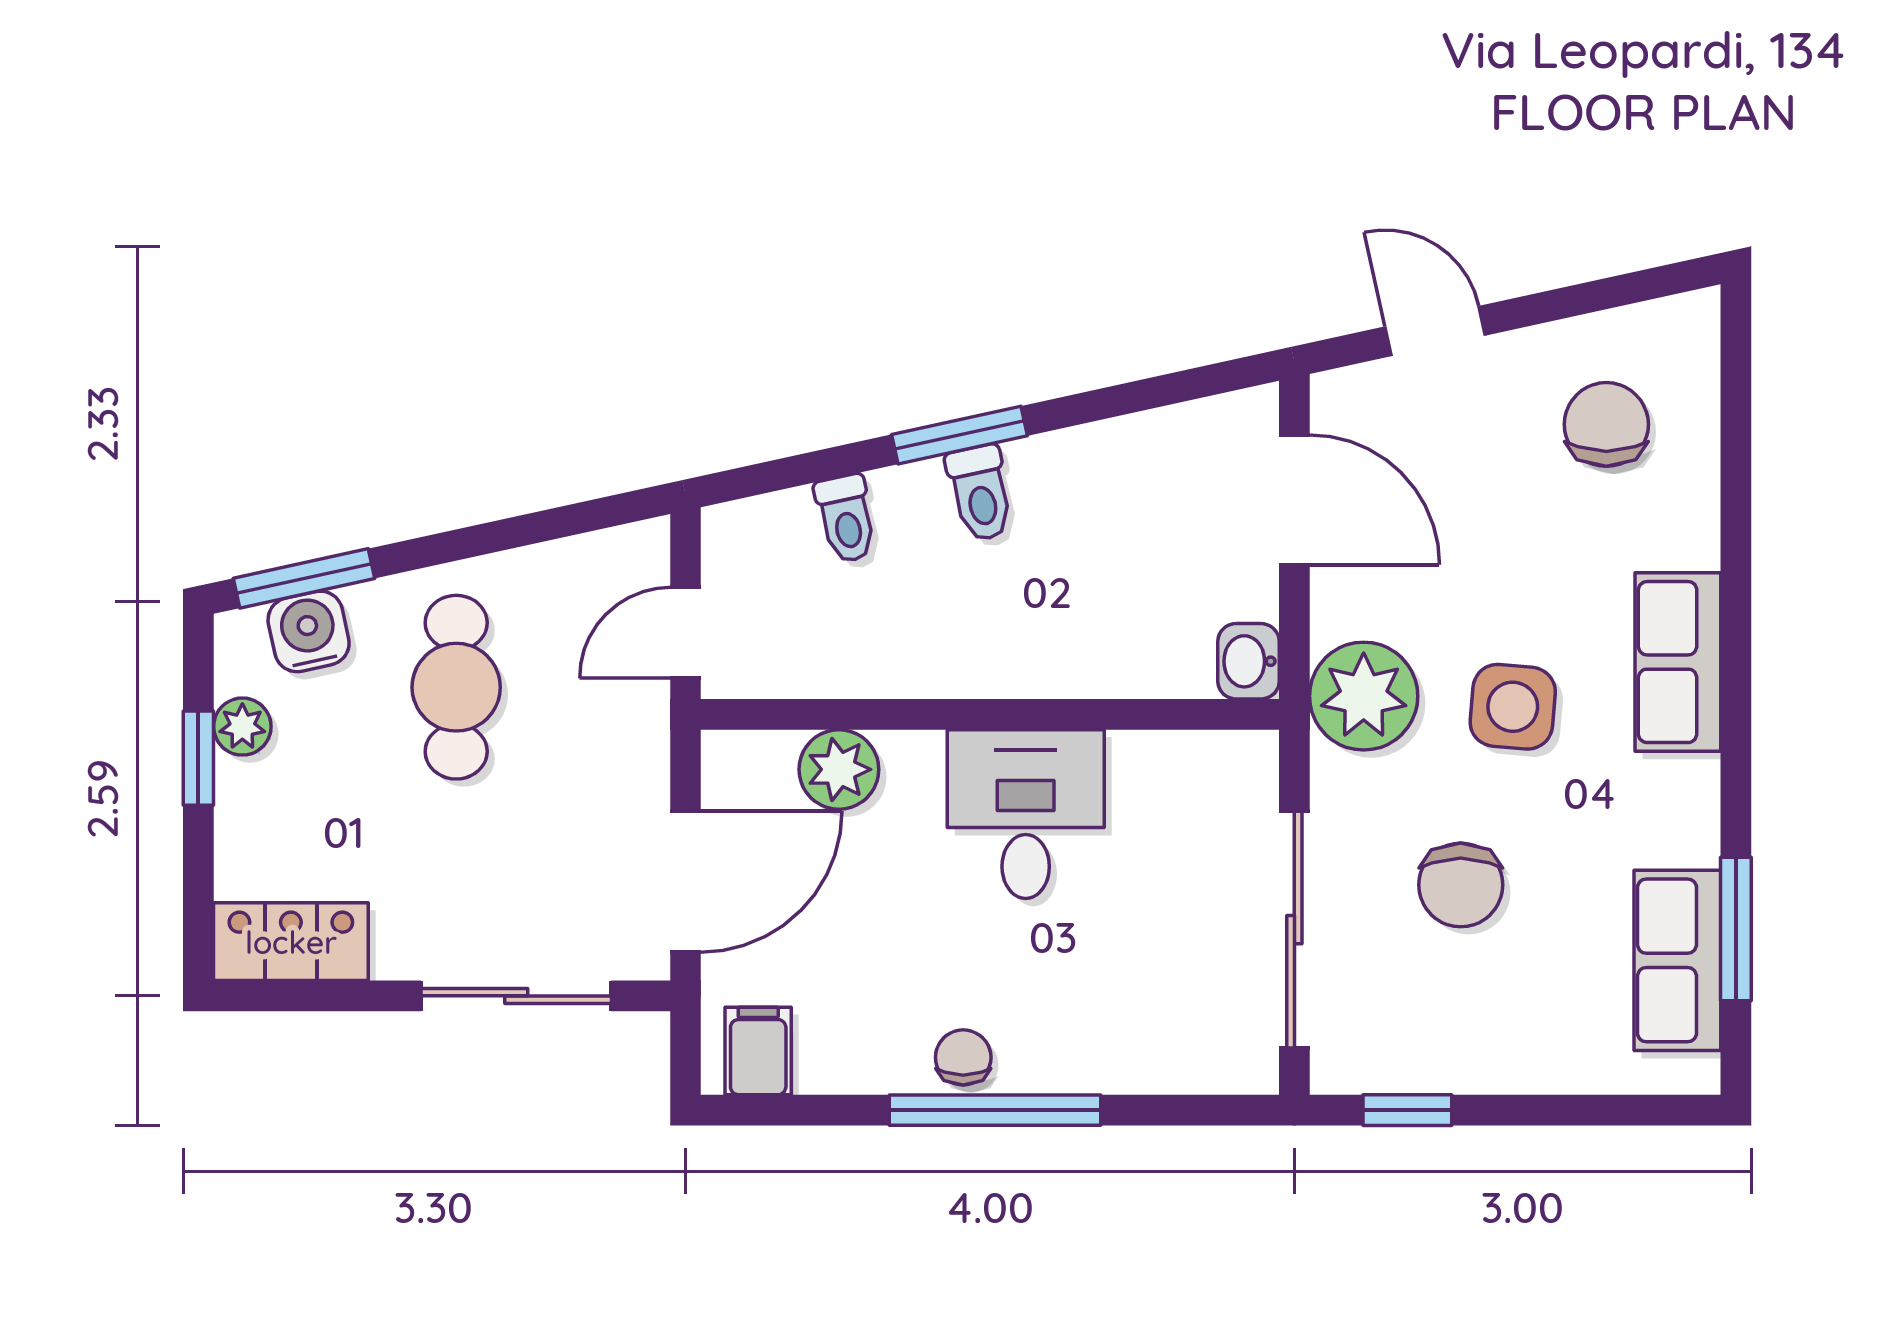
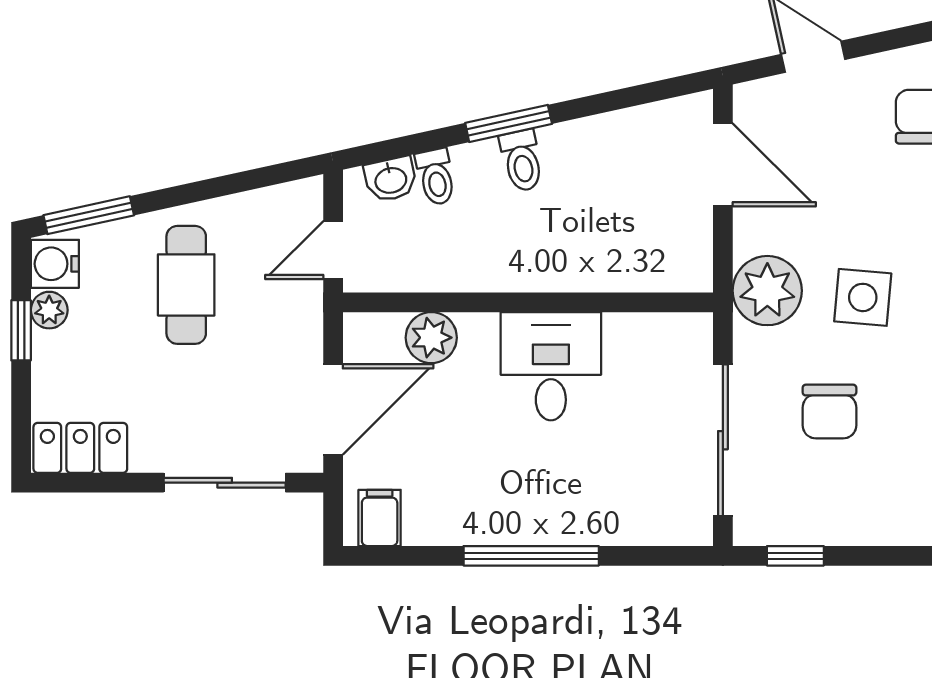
water cooler: (309, 631) -> (55, 264), moved, turned -78
washbasin: (1249, 661) -> (391, 179), moved, turned -102
chair: (963, 1057) -> (511, 522), removed

